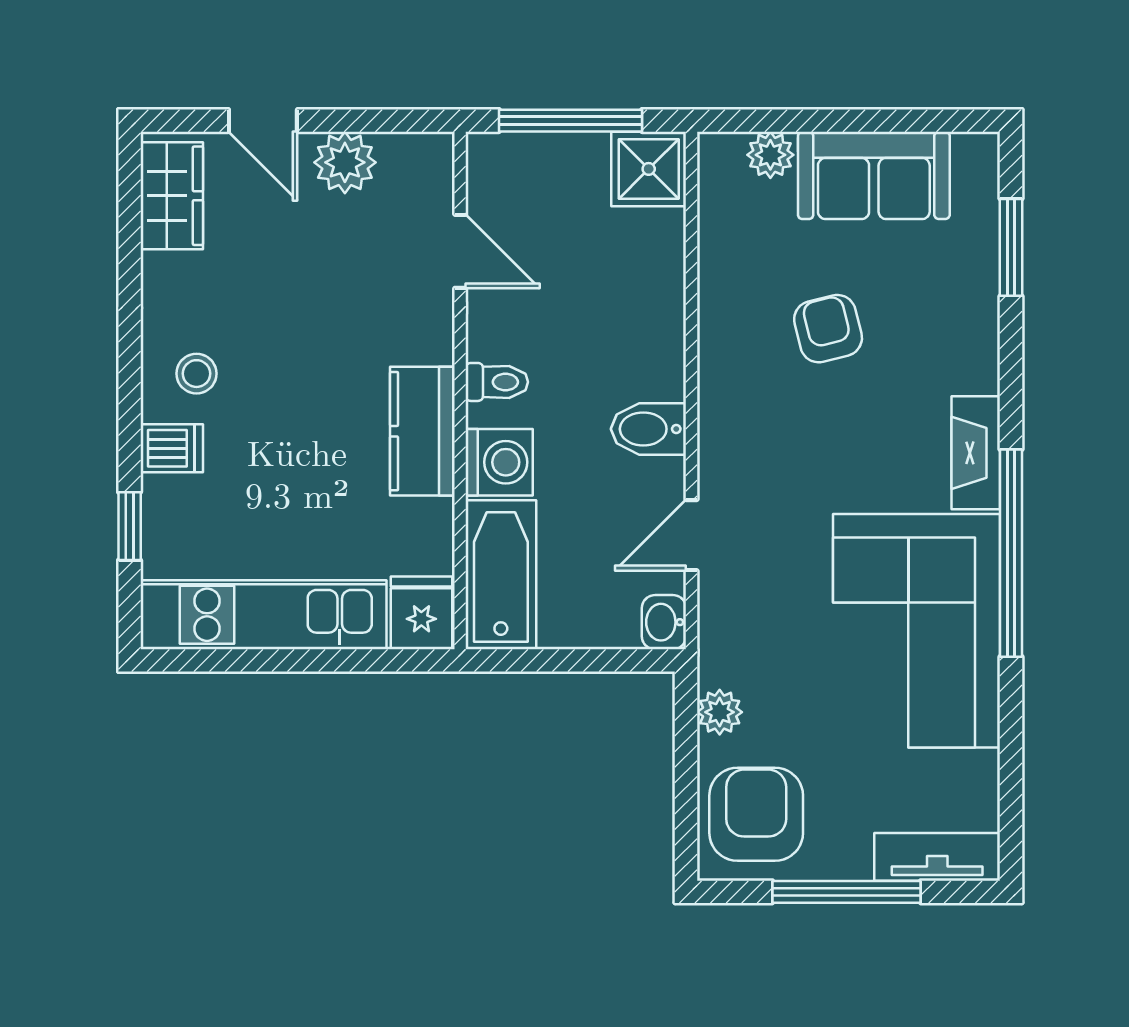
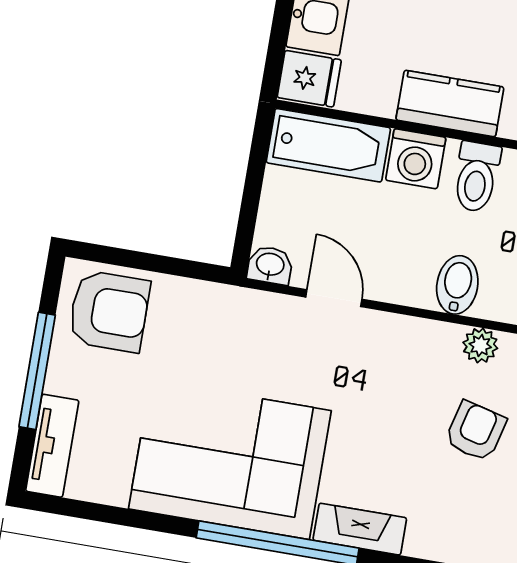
armchair: (828, 329) -> (476, 431), turned -62
toilet: (497, 382) -> (477, 177), width x1.37, depth x1.39
bidet: (648, 429) -> (457, 285), moved
plant: (720, 712) -> (480, 345), moved

